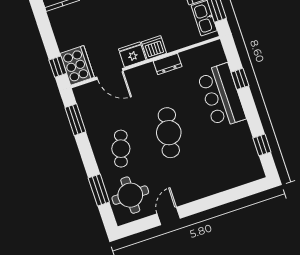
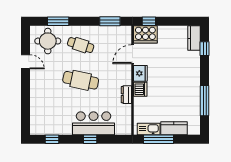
window: (240, 79) -> (90, 139), moved

